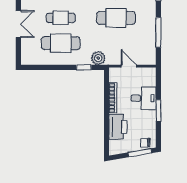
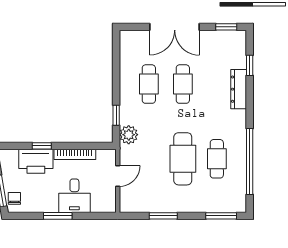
double door: (18, 24) -> (175, 27), width x1.37
window: (158, 32) -> (163, 216), width x0.69
cafe table: (61, 43) -> (149, 84), width x0.73, depth x0.74
window: (106, 122) -> (42, 146), added

